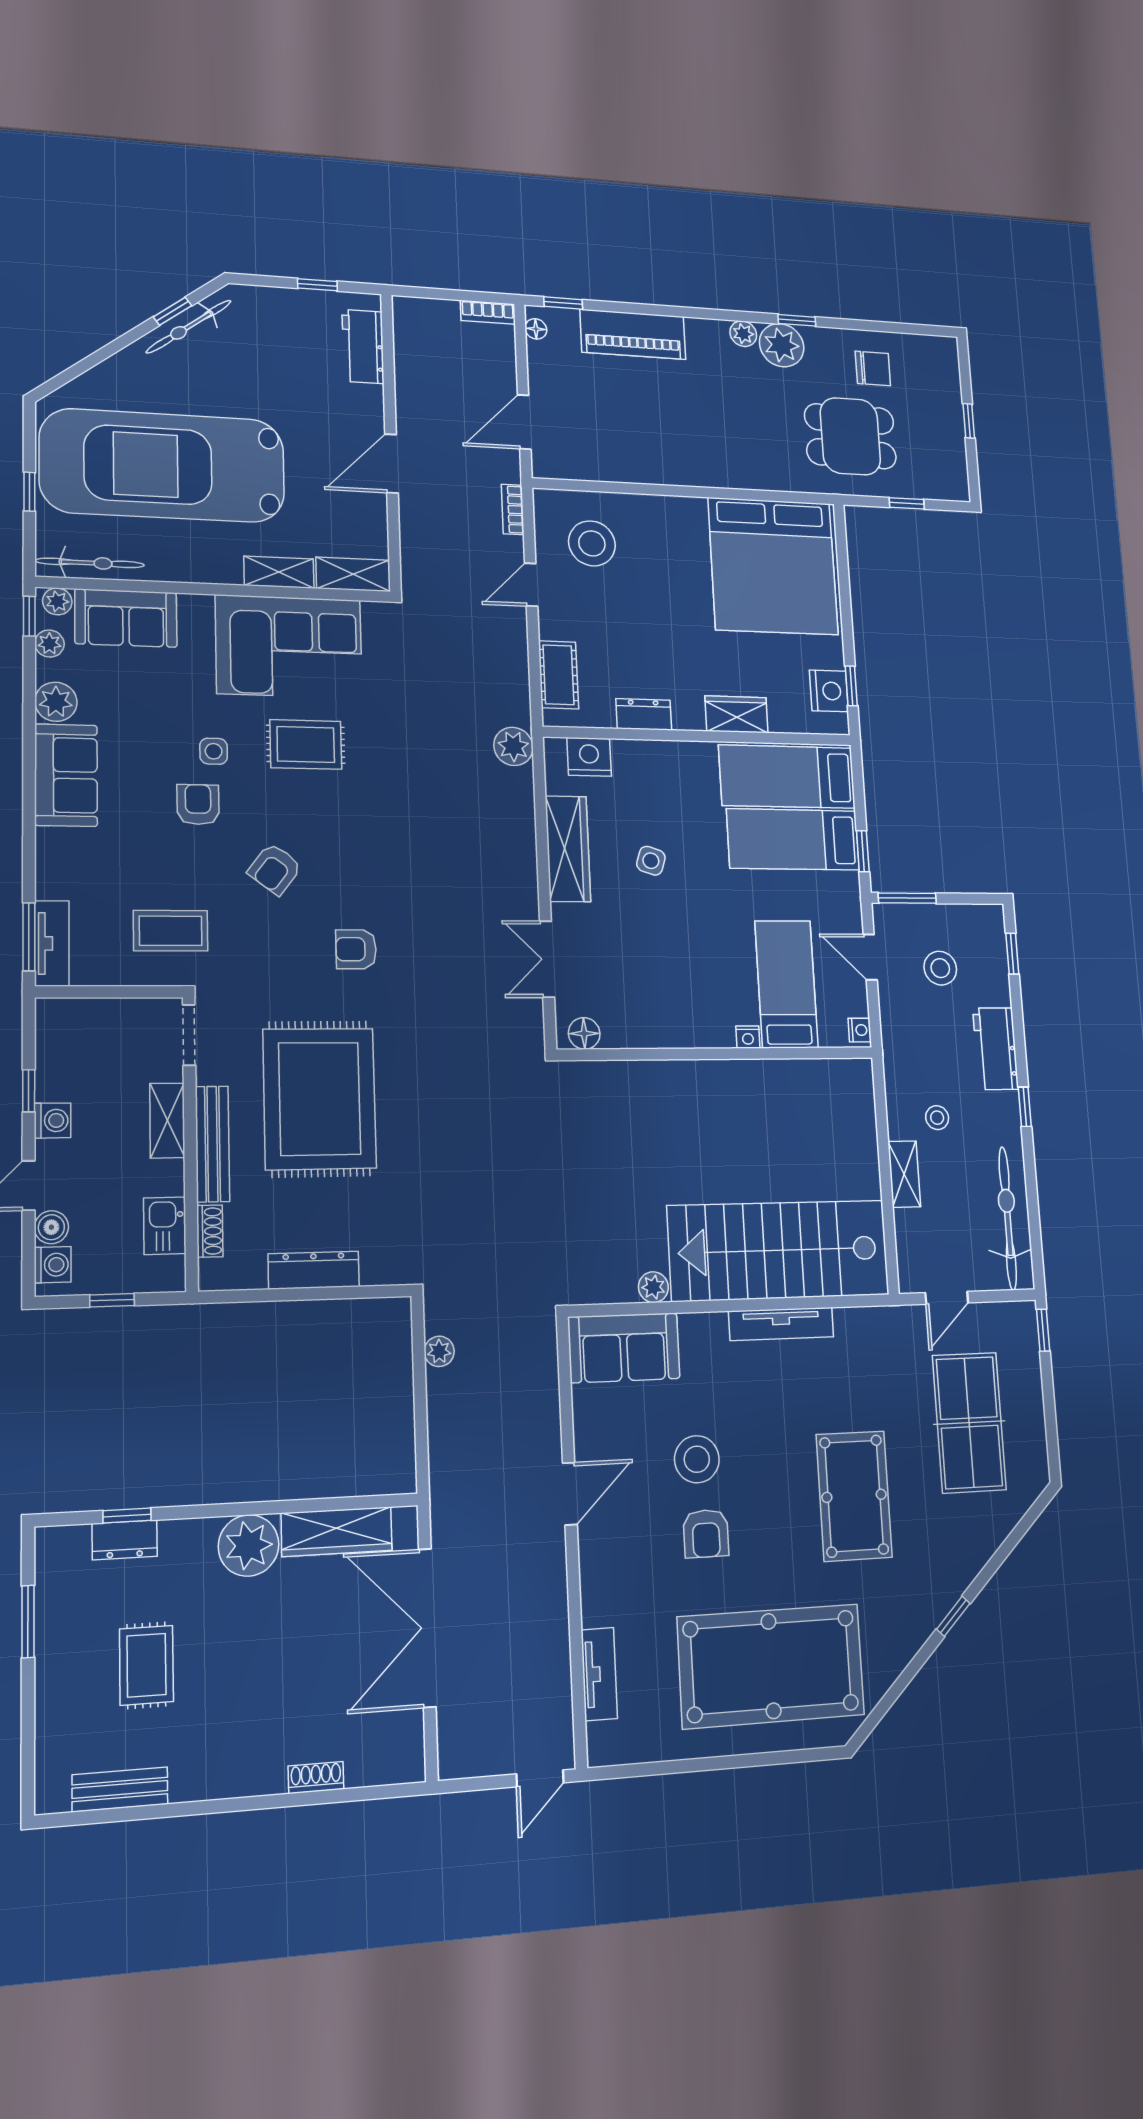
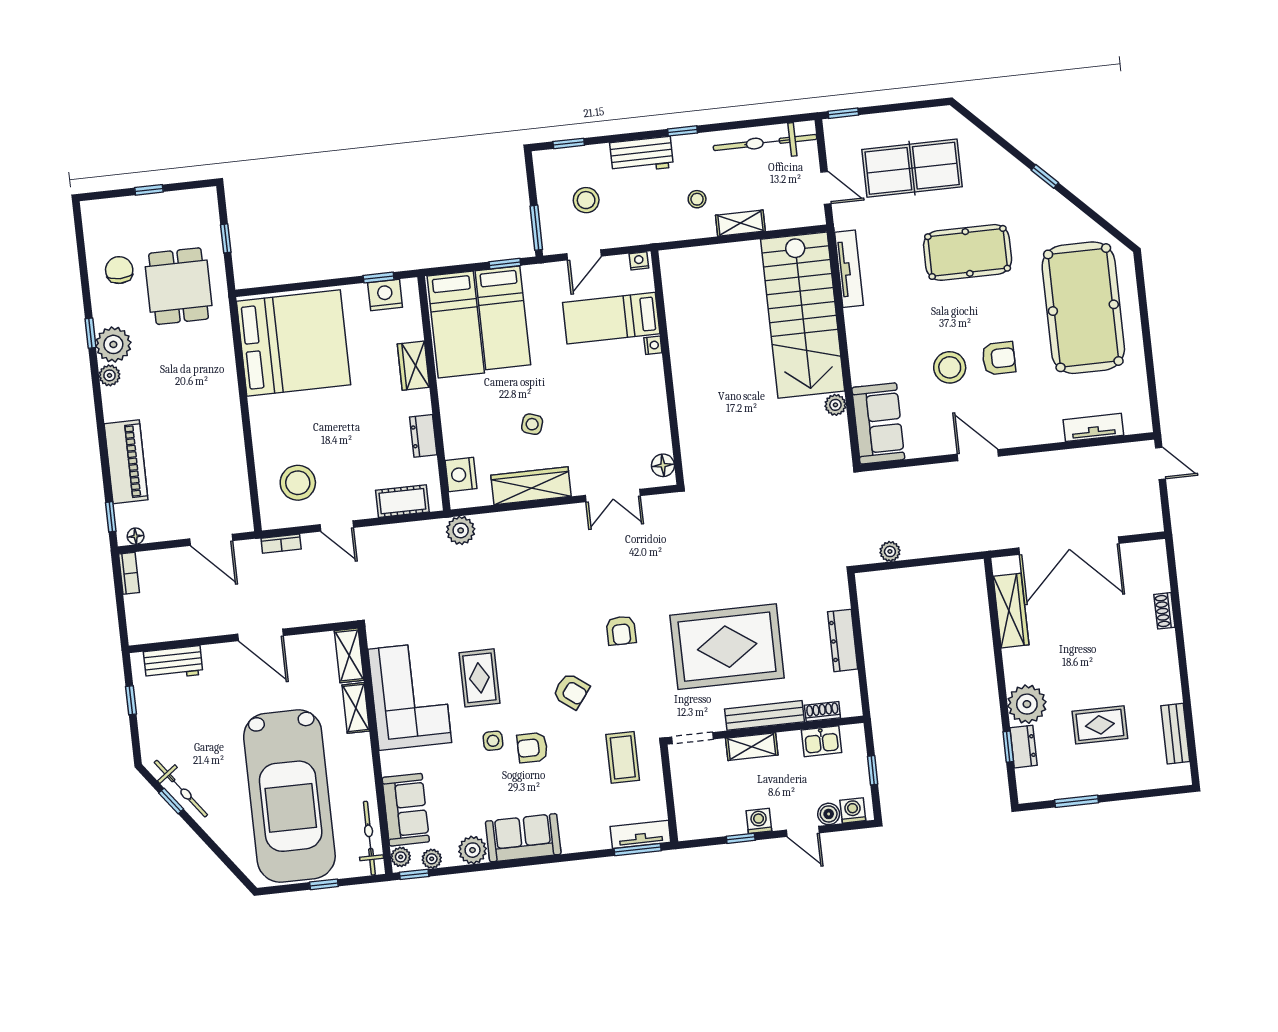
tv unit: (781, 1324) -> (849, 269), moved
plant: (249, 1545) -> (1027, 704), moved

